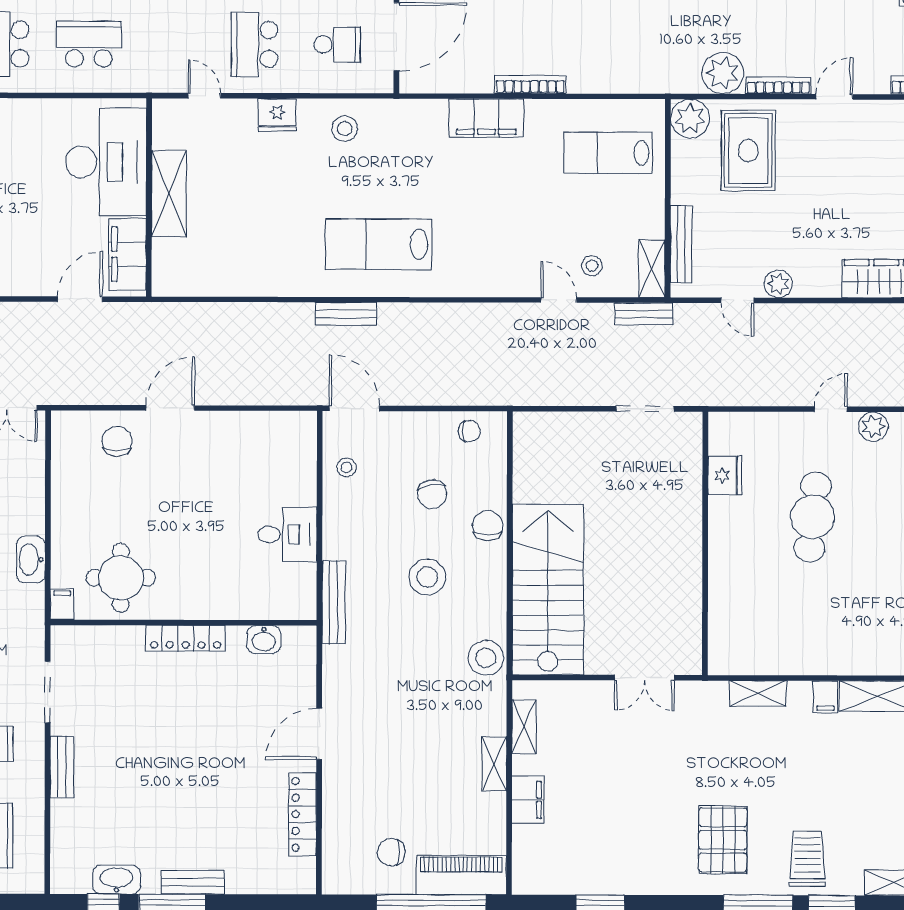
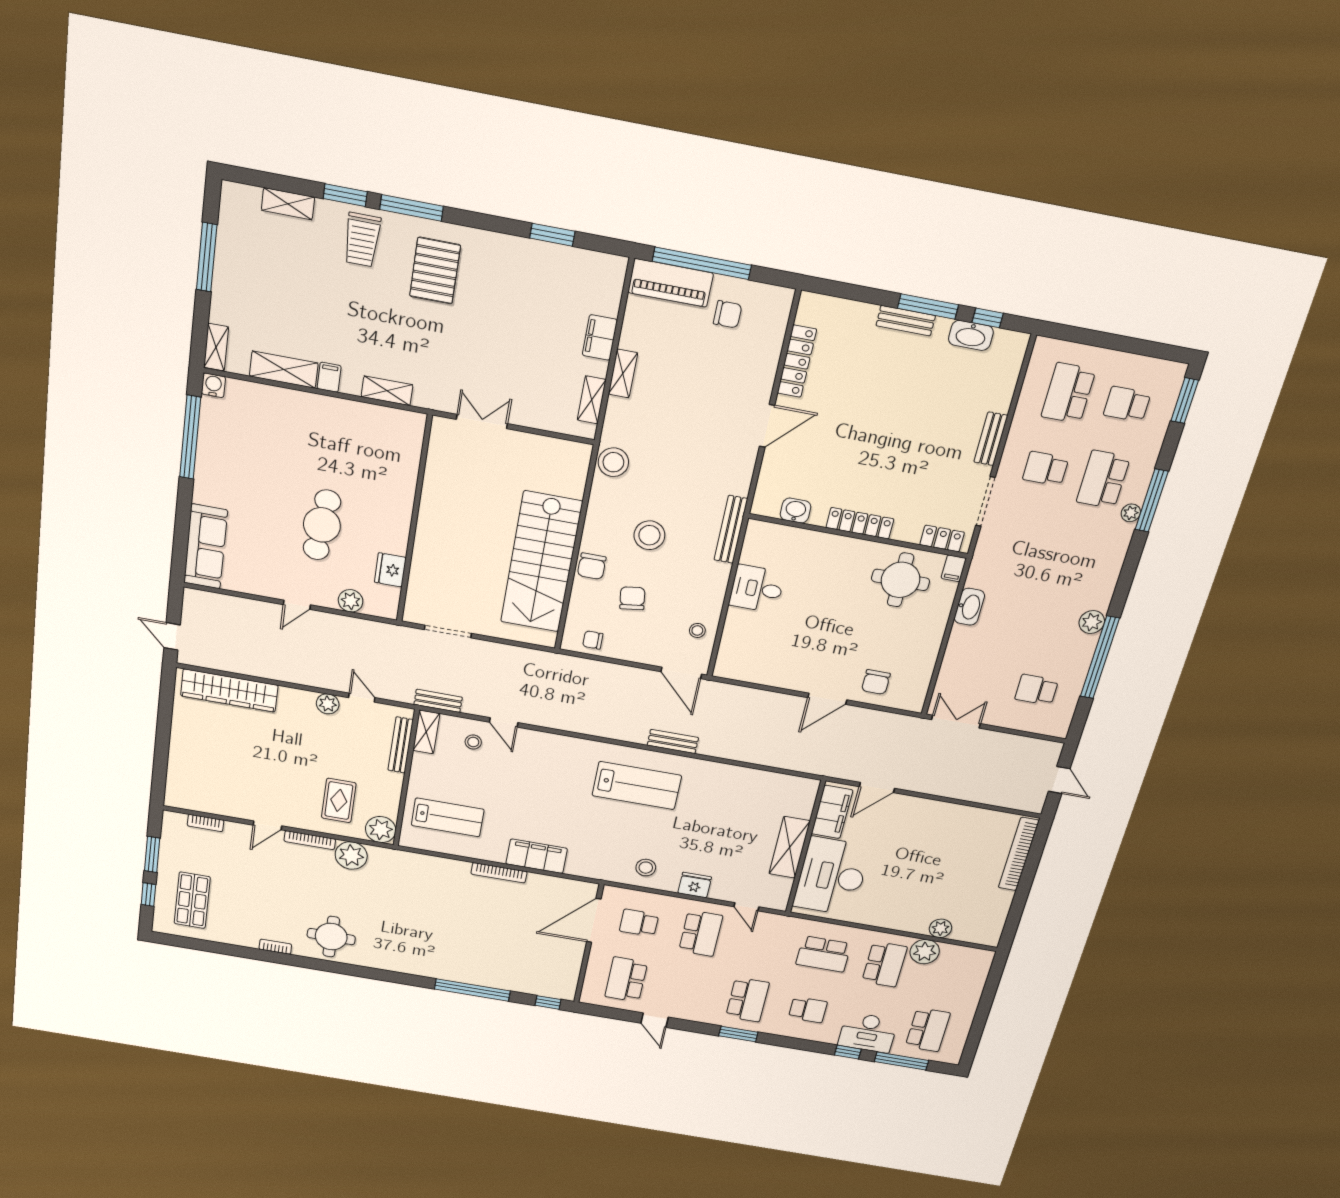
rug: (748, 151) -> (339, 800), width x0.73, depth x0.70
plant: (873, 427) -> (351, 601), moved
stairs: (548, 589) -> (541, 562), moved
locker: (86, 638) -> (942, 539), added

